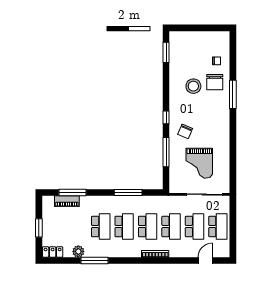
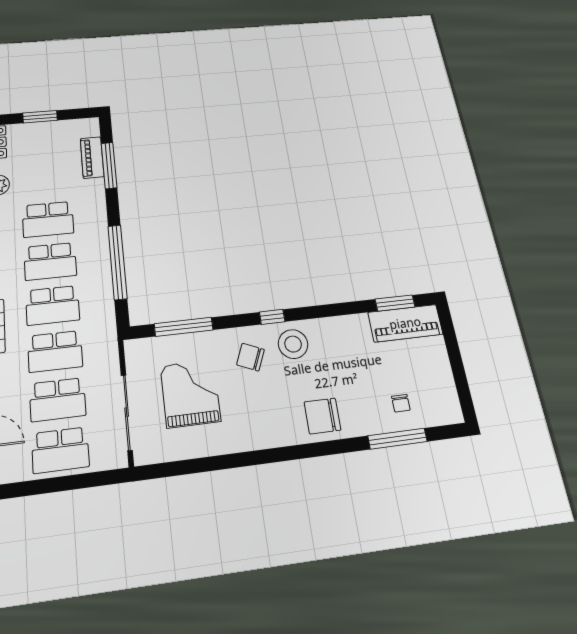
piano: (177, 49) -> (405, 323), added
chair: (215, 82) -> (322, 416), moved
stool: (193, 86) -> (293, 344), moved
window: (233, 94) -> (398, 439), moved
window: (166, 152) -> (184, 327), moved
grand piano: (199, 163) -> (190, 393), turned 90
window: (128, 193) -> (118, 262), width x1.46

